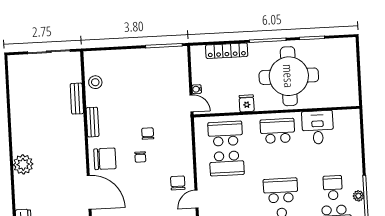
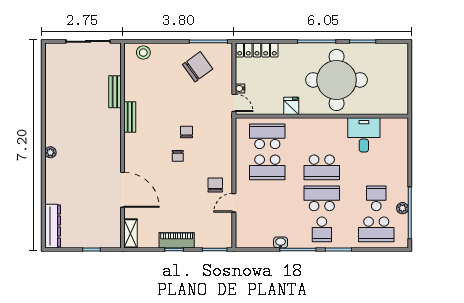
locker: (227, 51) -> (257, 50), moved
stool: (95, 82) -> (143, 53), moved
school desk: (277, 131) -> (322, 167), moved, turned 180
chair: (105, 159) -> (198, 67), moved, turned -36
plant: (23, 164) -> (50, 152), width x0.53, depth x0.53

